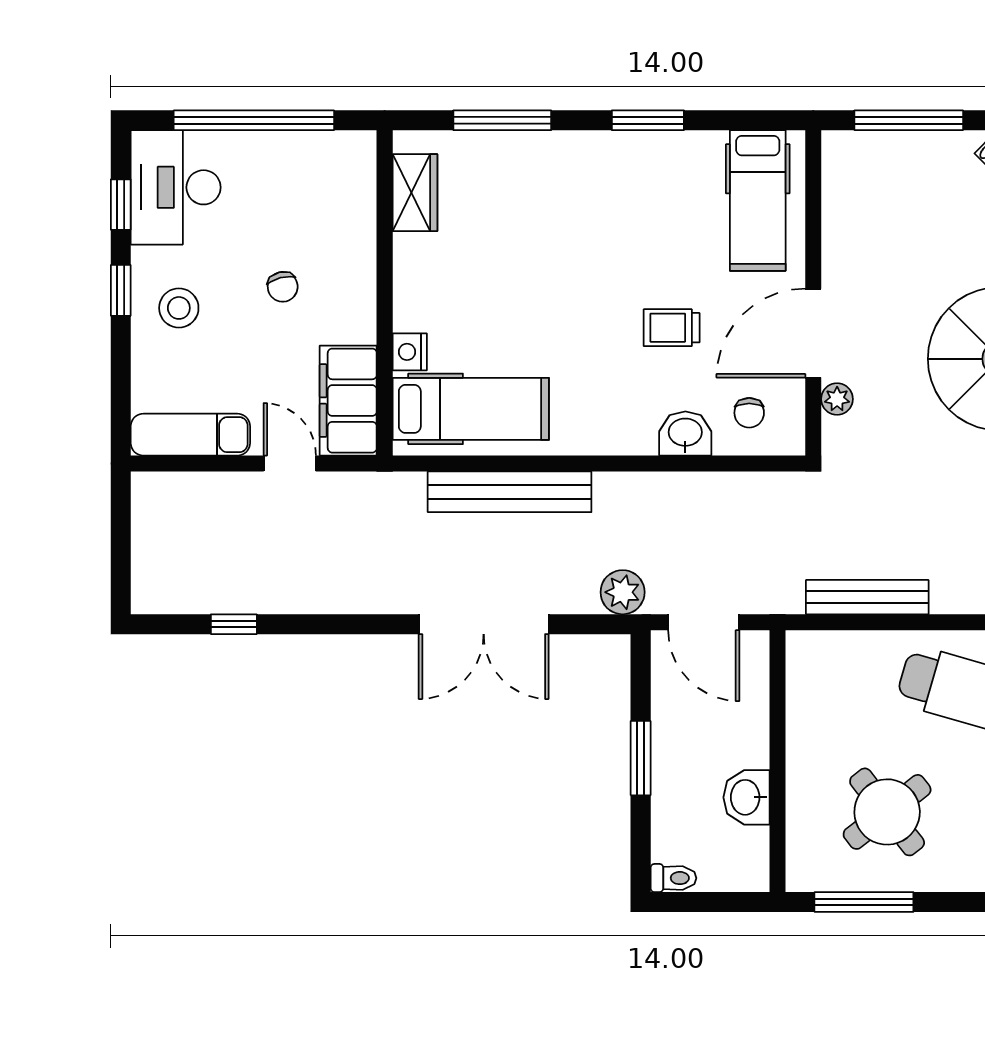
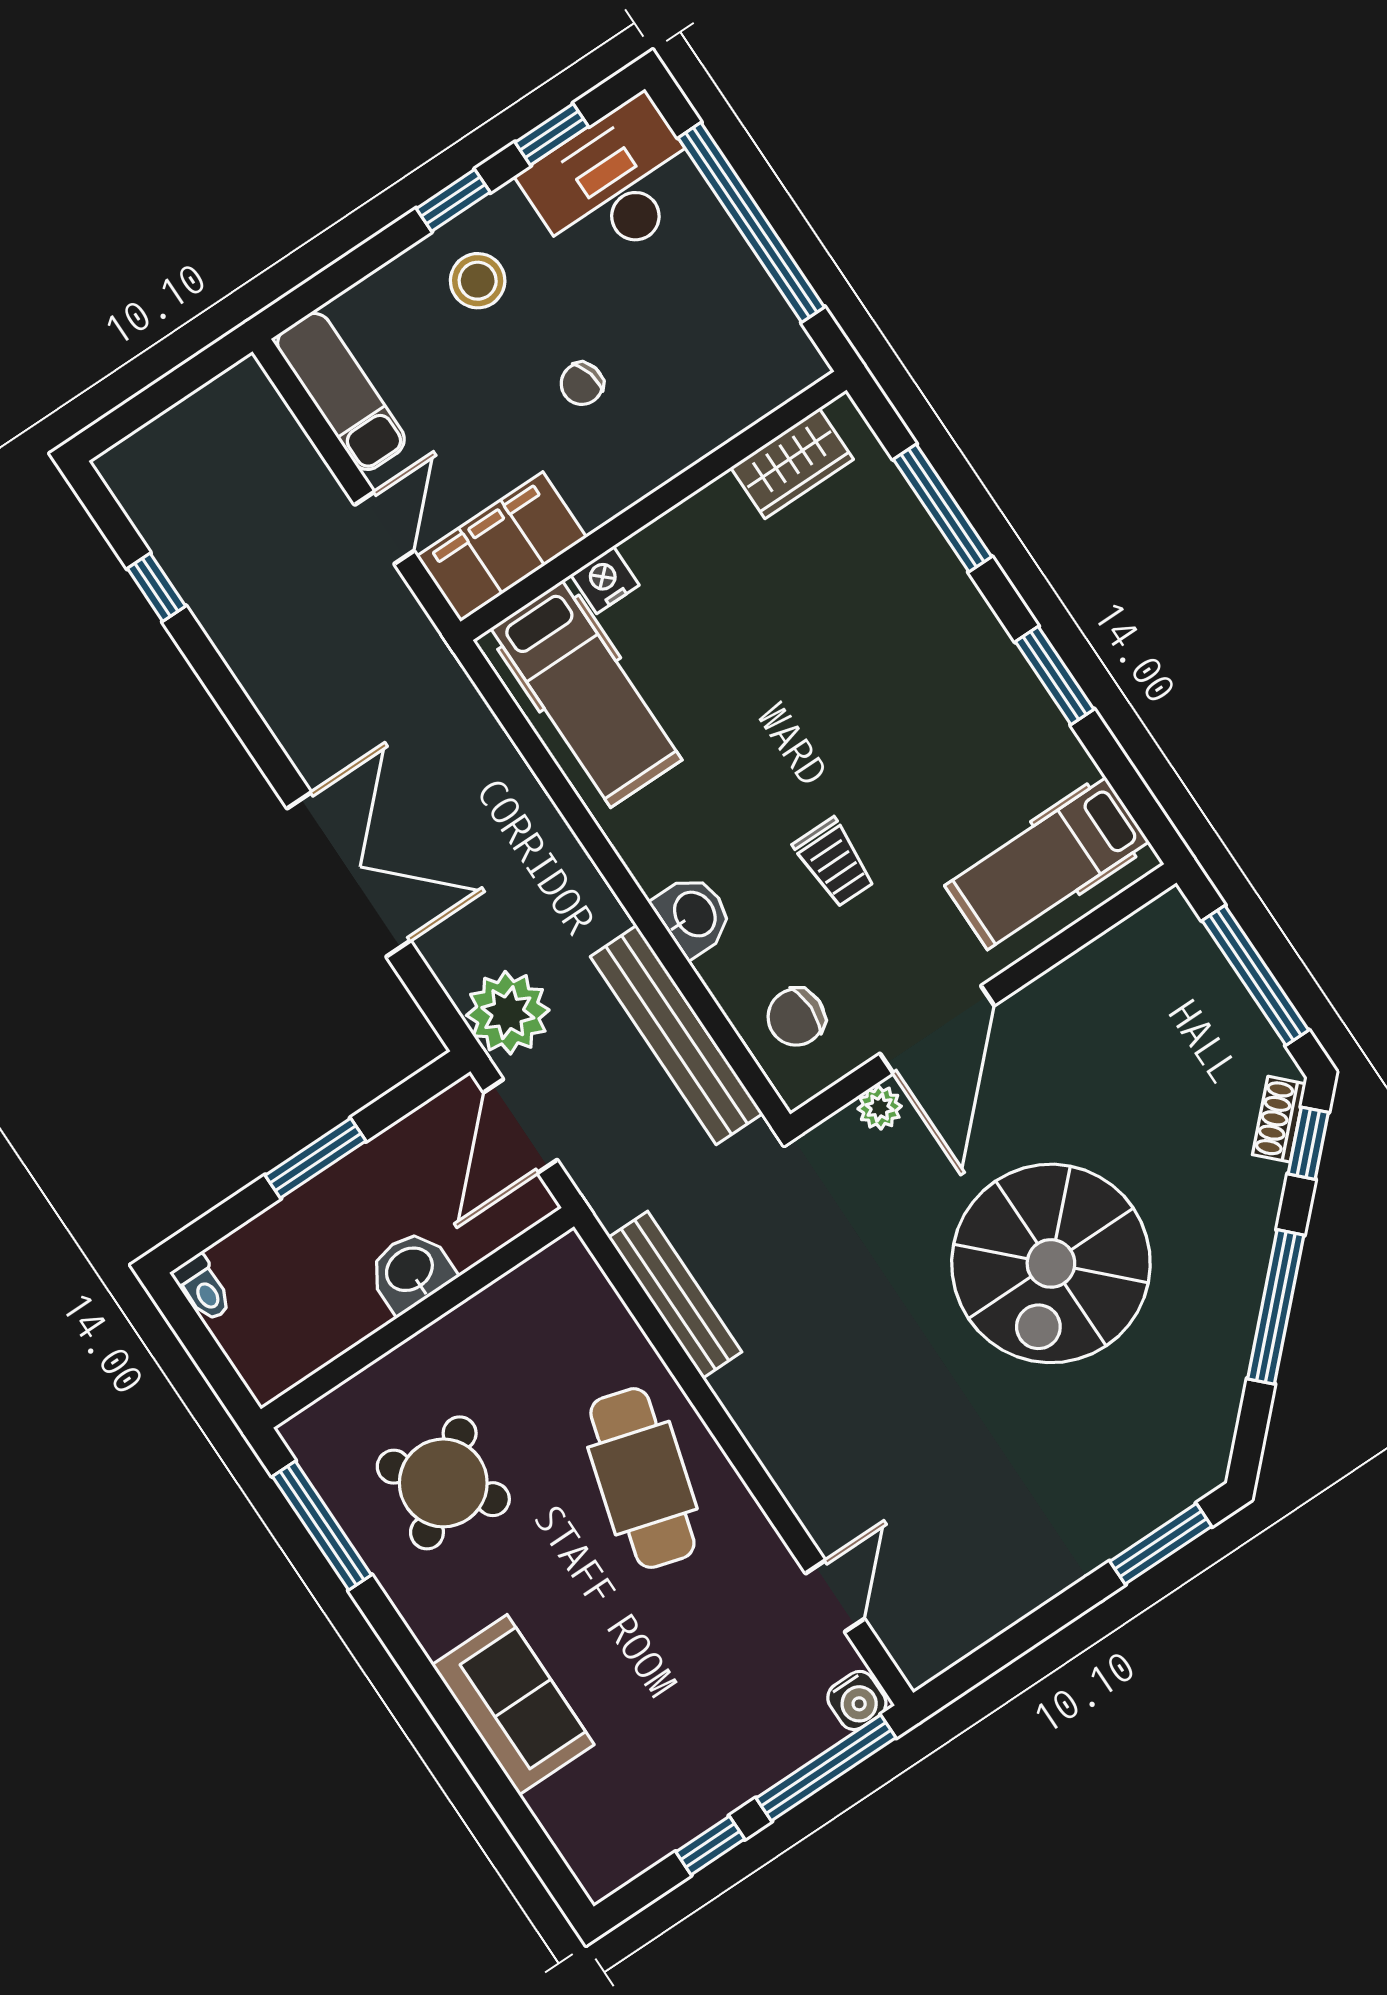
trolley: (672, 328) -> (834, 862), turned 180
door: (813, 333) -> (937, 1029), swing flipped
chair: (749, 413) -> (796, 1017), width x1.37, depth x1.37
washbasin: (685, 434) -> (693, 915), moved
bench: (510, 492) -> (677, 1035), moved
plant: (623, 592) -> (508, 1013), width x1.36, depth x1.36
double door: (484, 624) -> (349, 875), swing flipped
washbasin: (747, 797) -> (410, 1271), moved

